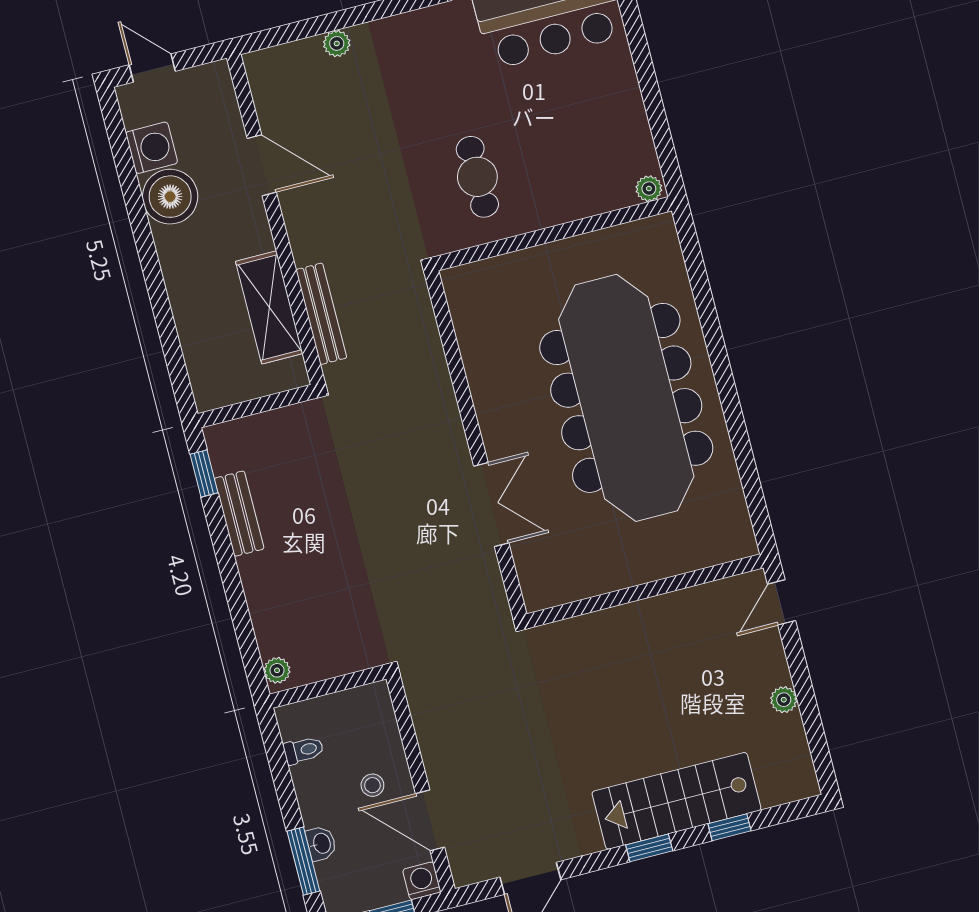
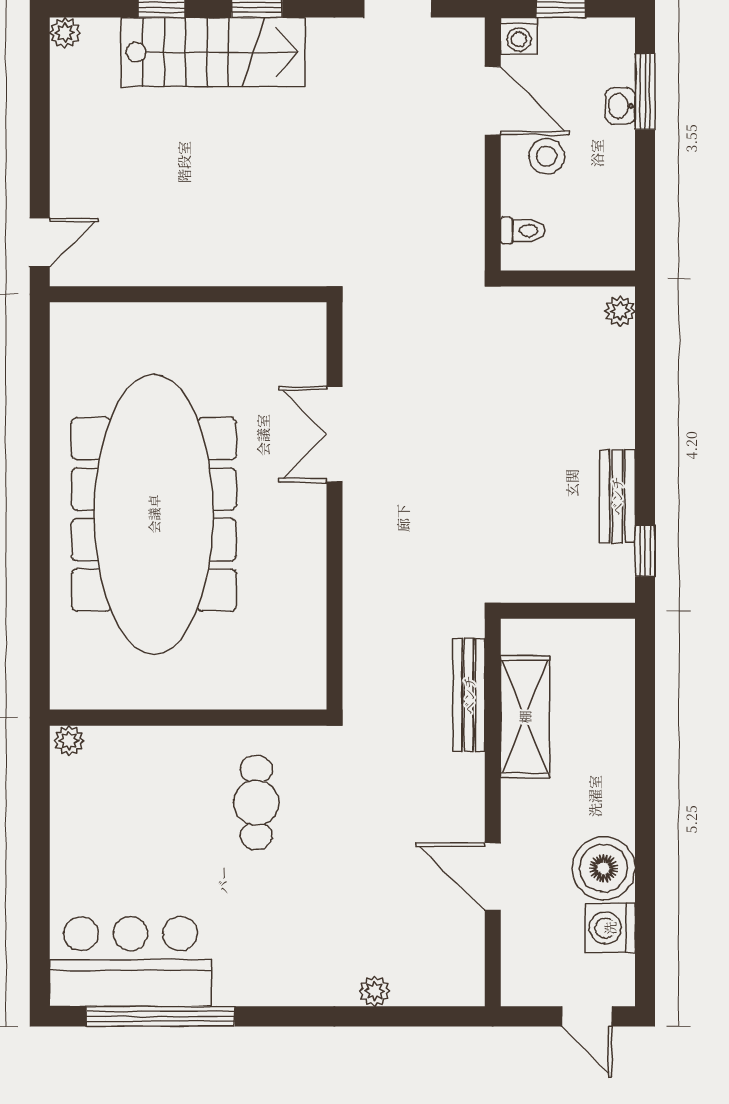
plant: (784, 700) -> (65, 33), moved
toilet: (304, 750) -> (522, 231), moved, turned 180
stool: (372, 785) -> (547, 156), width x1.37, depth x1.37

